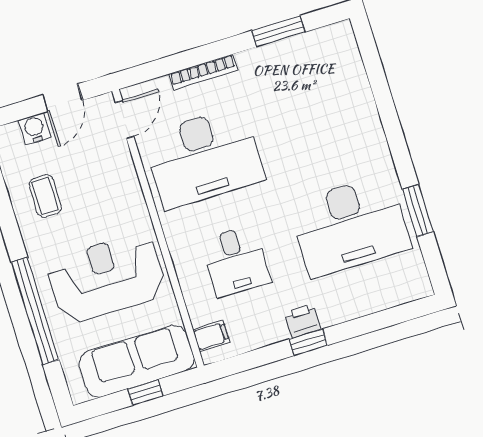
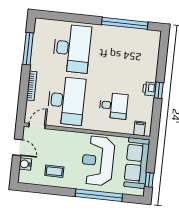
window: (278, 31) -> (28, 49), width x1.44
door: (125, 120) -> (37, 126), hinge flipped
window: (418, 211) -> (125, 23), width x2.11
desk: (350, 226) -> (72, 48), moved
window: (145, 392) -> (149, 180), moved

